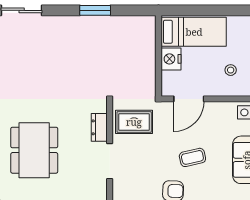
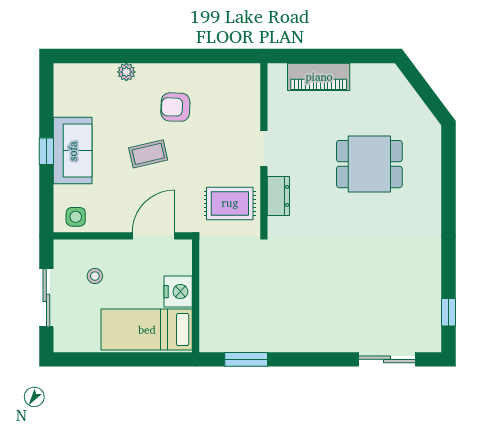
window: (95, 10) -> (246, 359), moved
dining table: (34, 150) -> (369, 164), width x0.73
doorway: (110, 161) -> (264, 149), width x0.73

